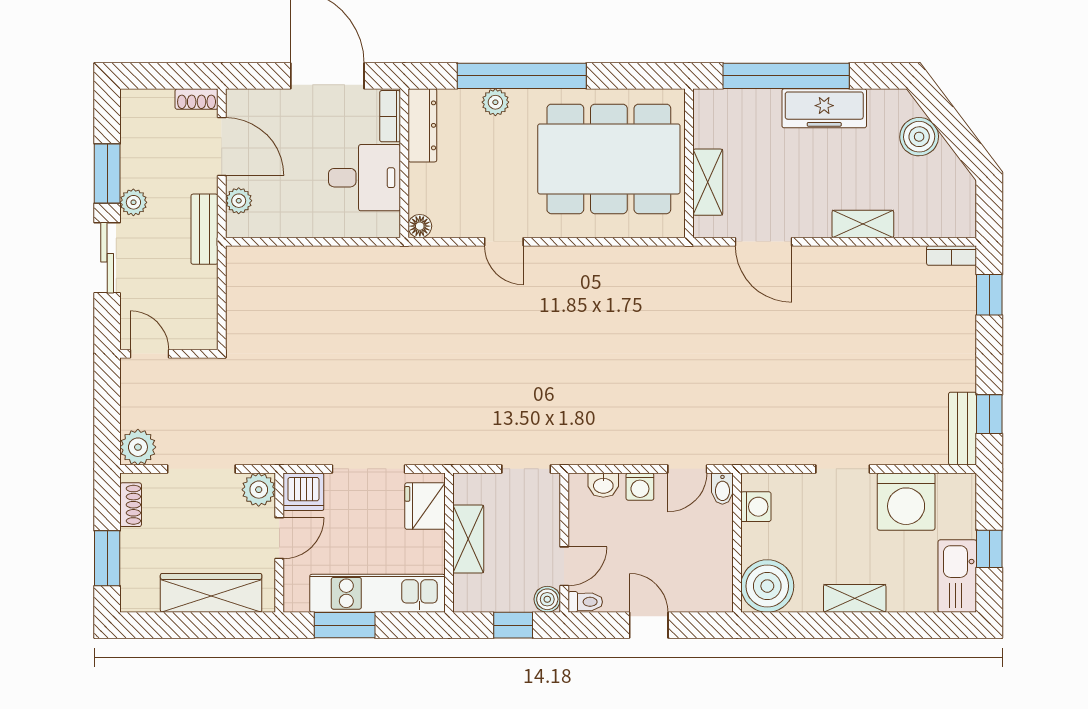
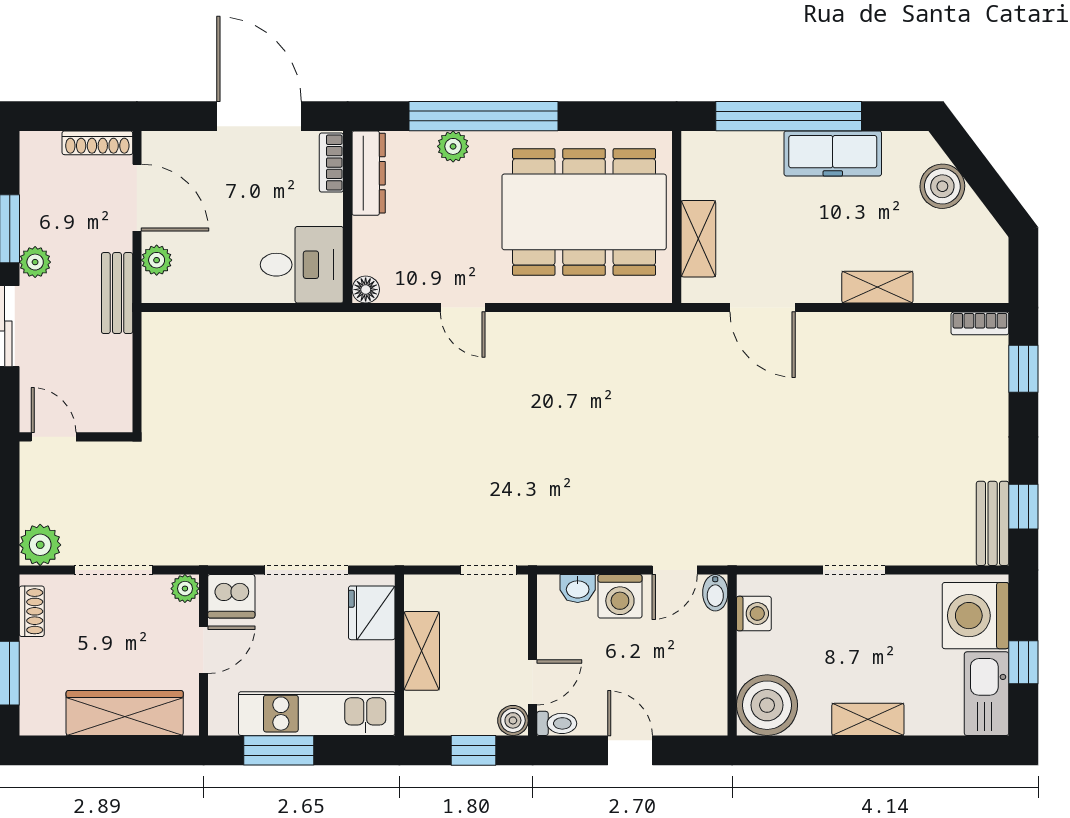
shoe rack: (197, 99) -> (97, 143), width x1.43
desk: (364, 178) -> (302, 265), moved
washing machine: (640, 487) -> (620, 596), width x1.38, depth x1.38
plant: (259, 490) -> (185, 589), width x0.73, depth x0.73
washing machine: (906, 502) -> (975, 616), moved, turned 90

